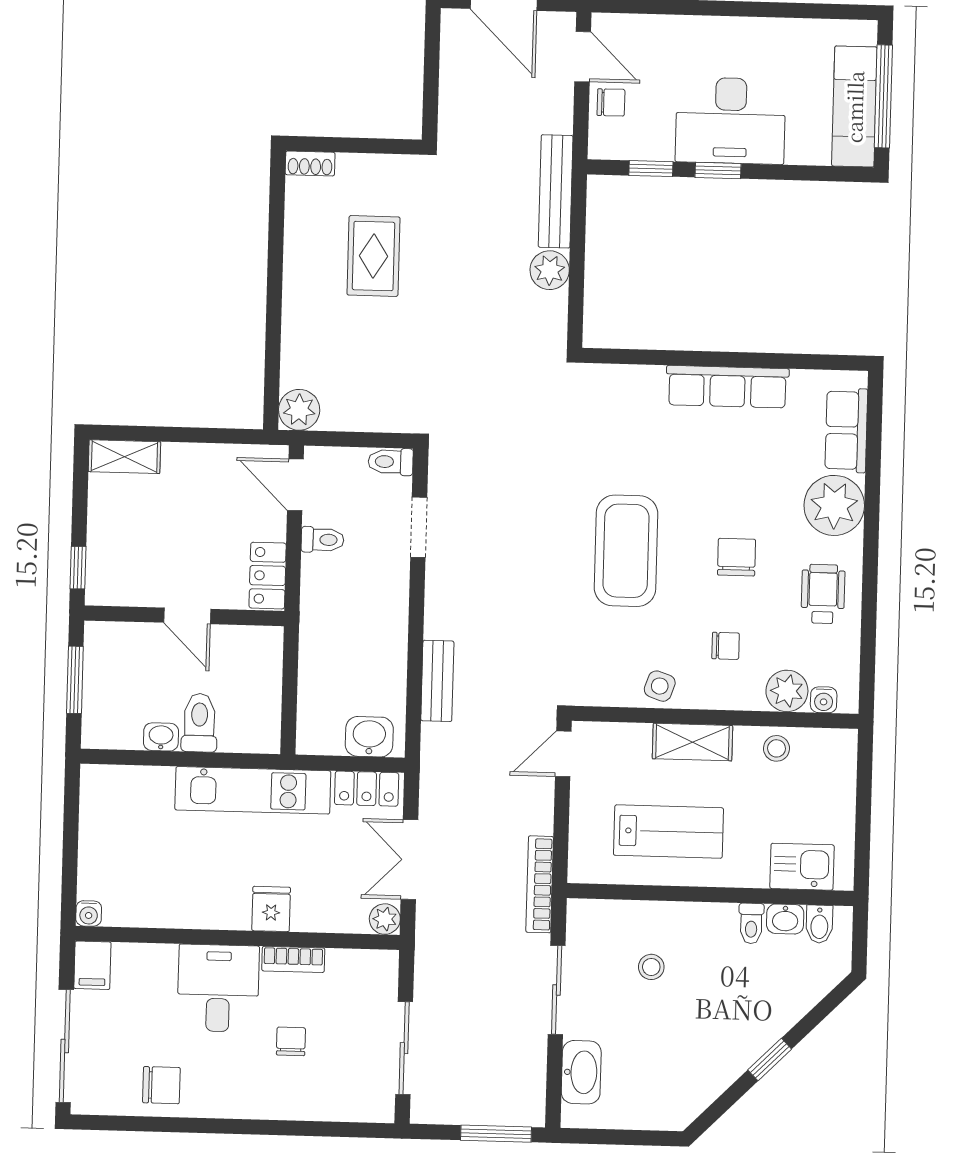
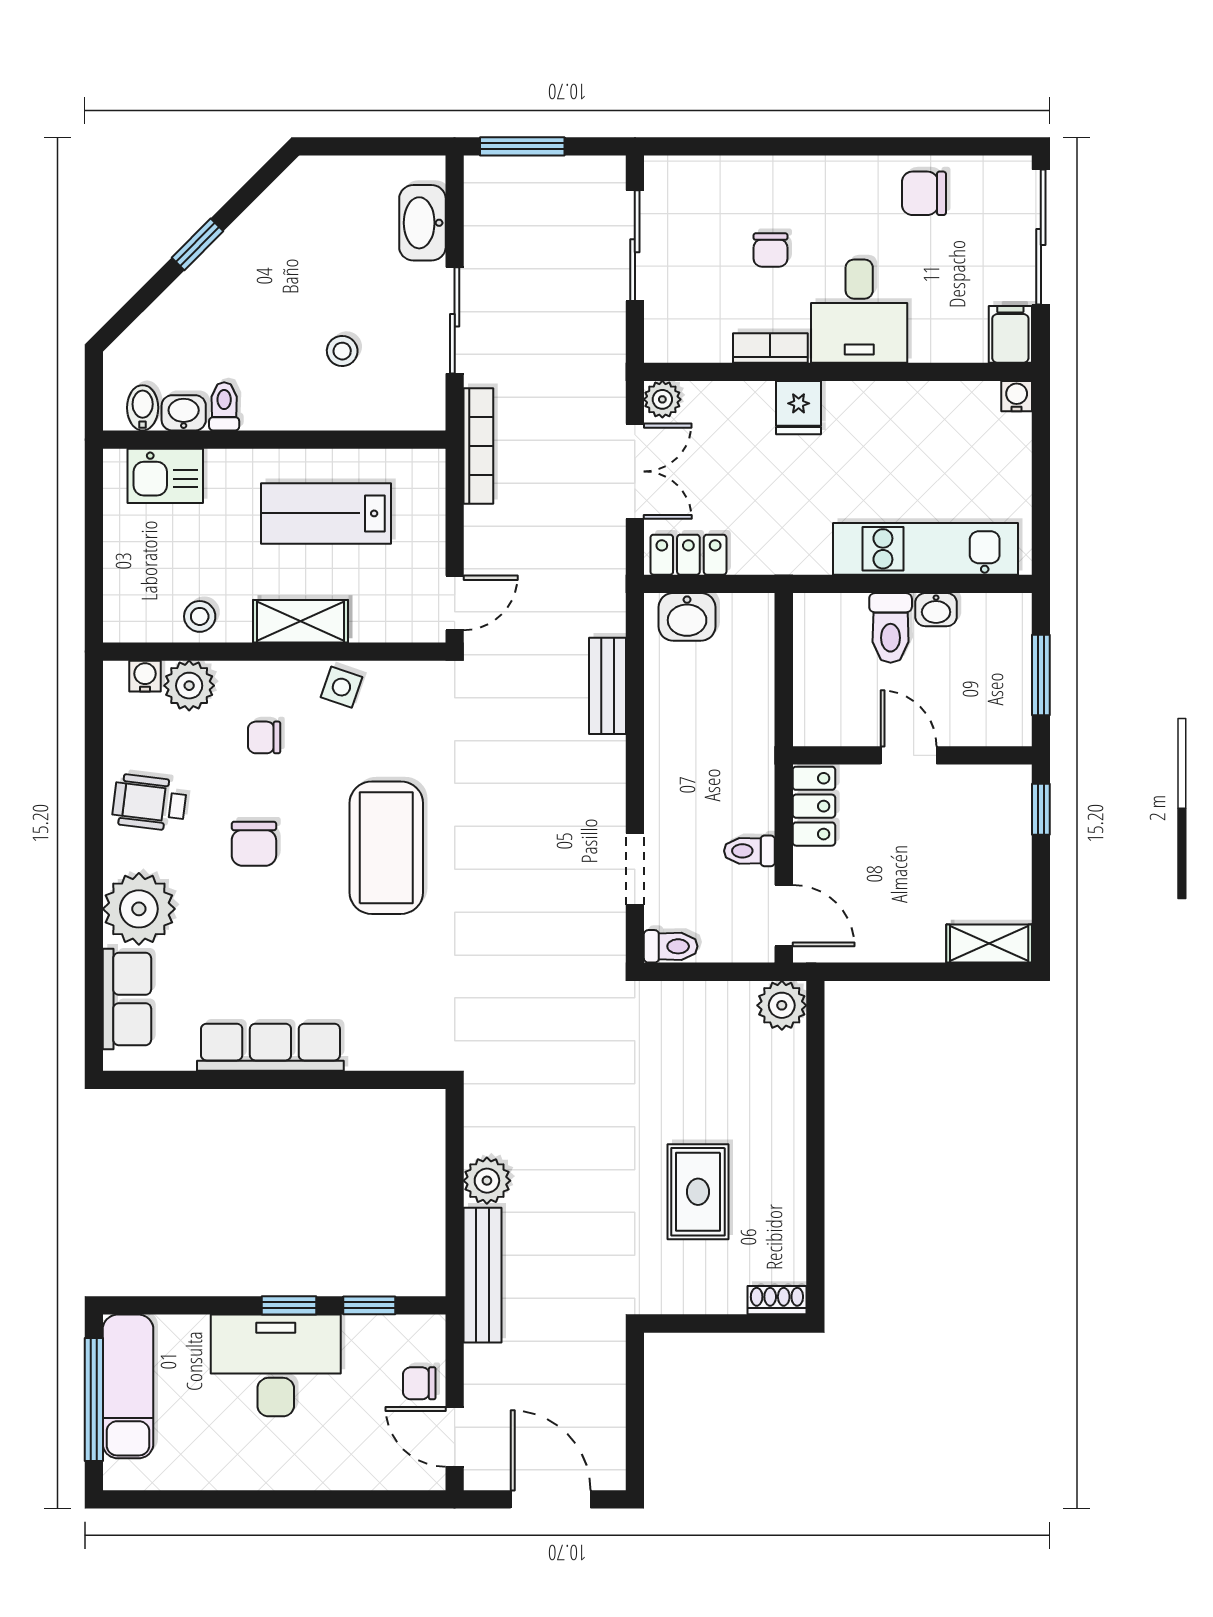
wheelchair: (823, 594) -> (149, 803), turned 97
kitchen unit: (253, 790) -> (925, 549), moved

